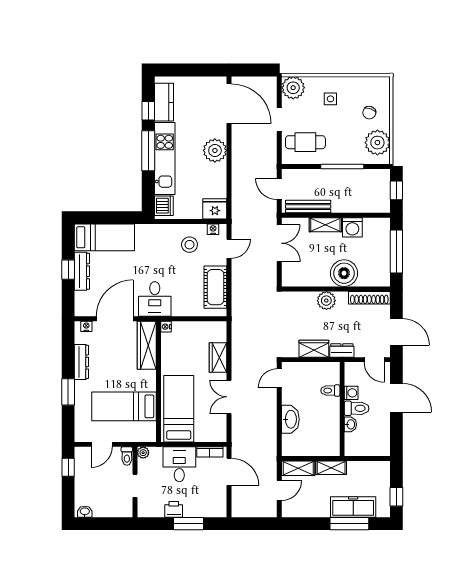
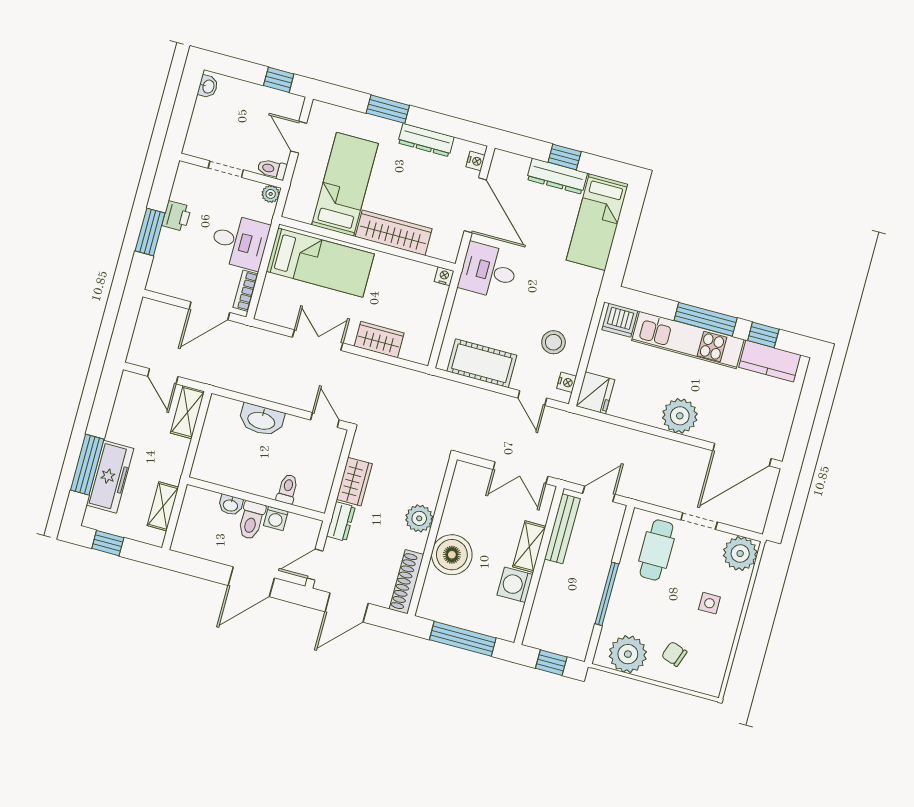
wardrobe: (147, 345) -> (394, 233), moved
shelving: (331, 468) -> (163, 506), moved

